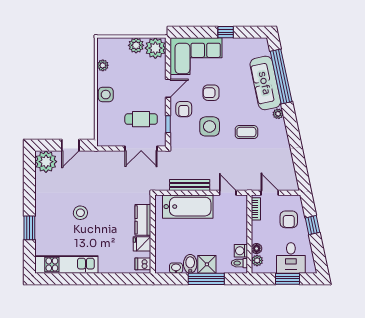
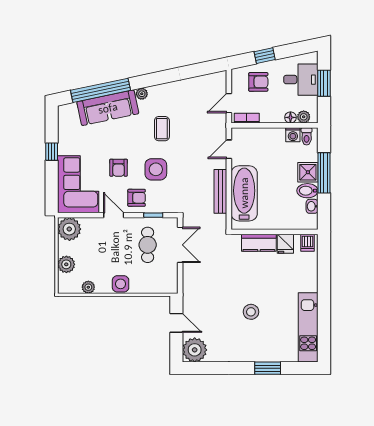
plant: (136, 45) -> (66, 264), moved

